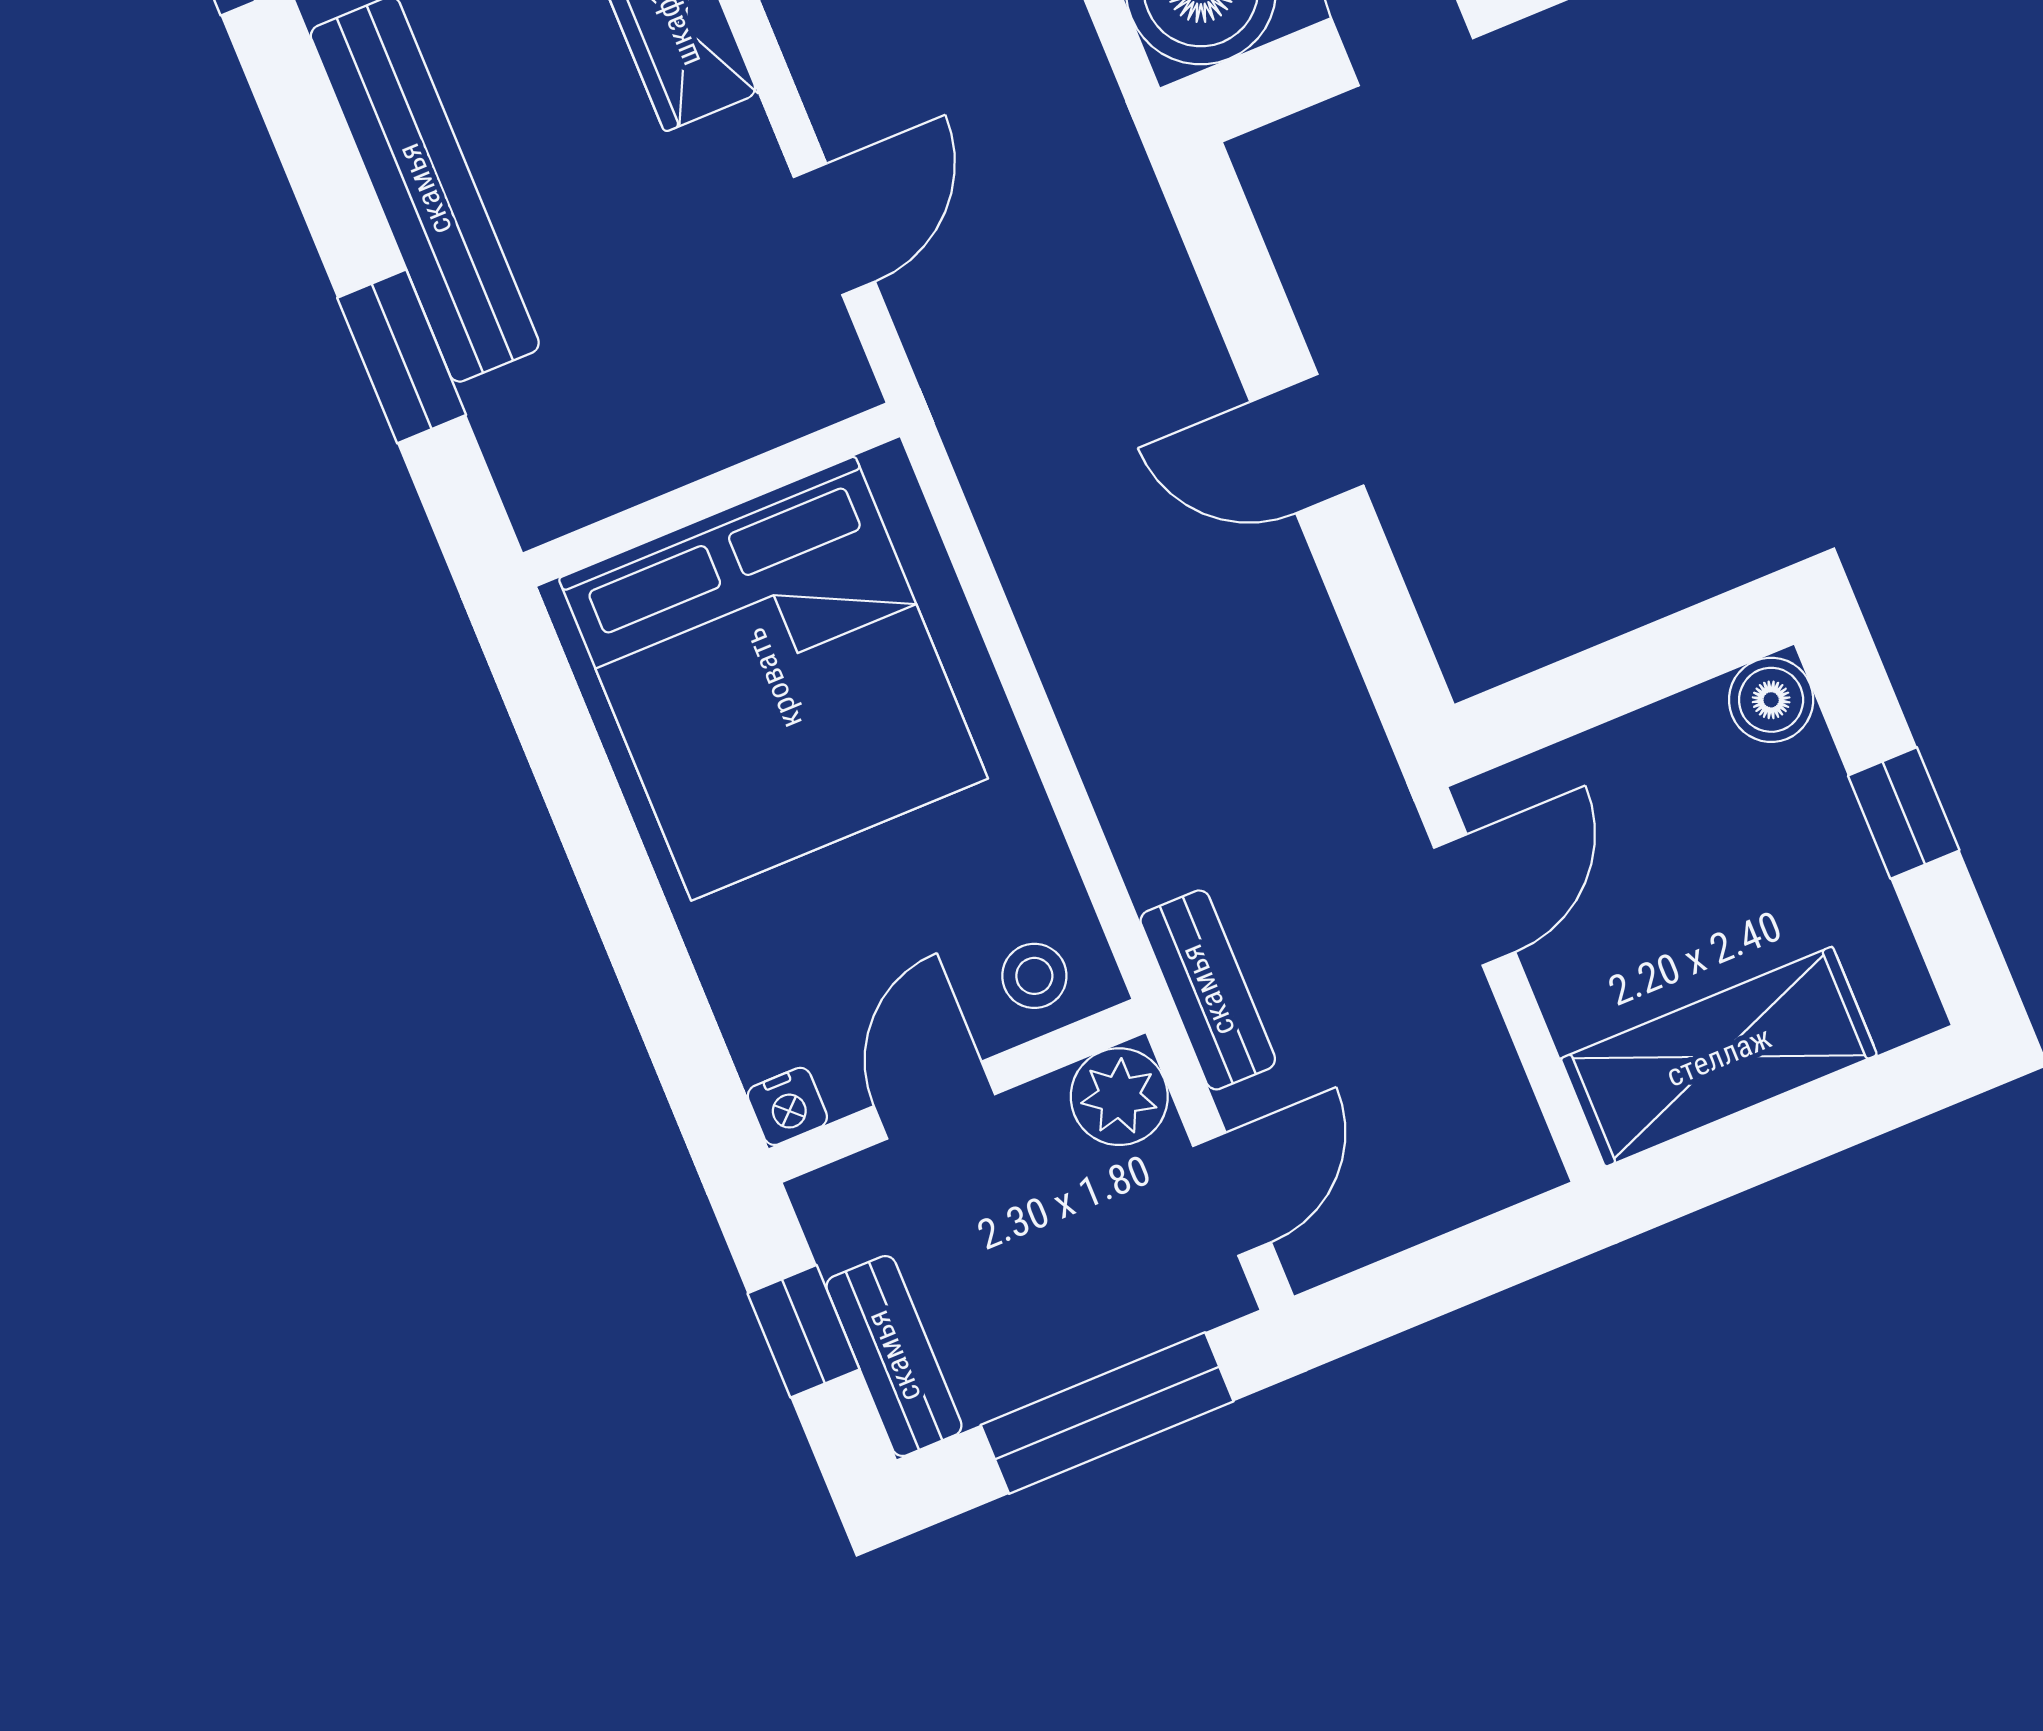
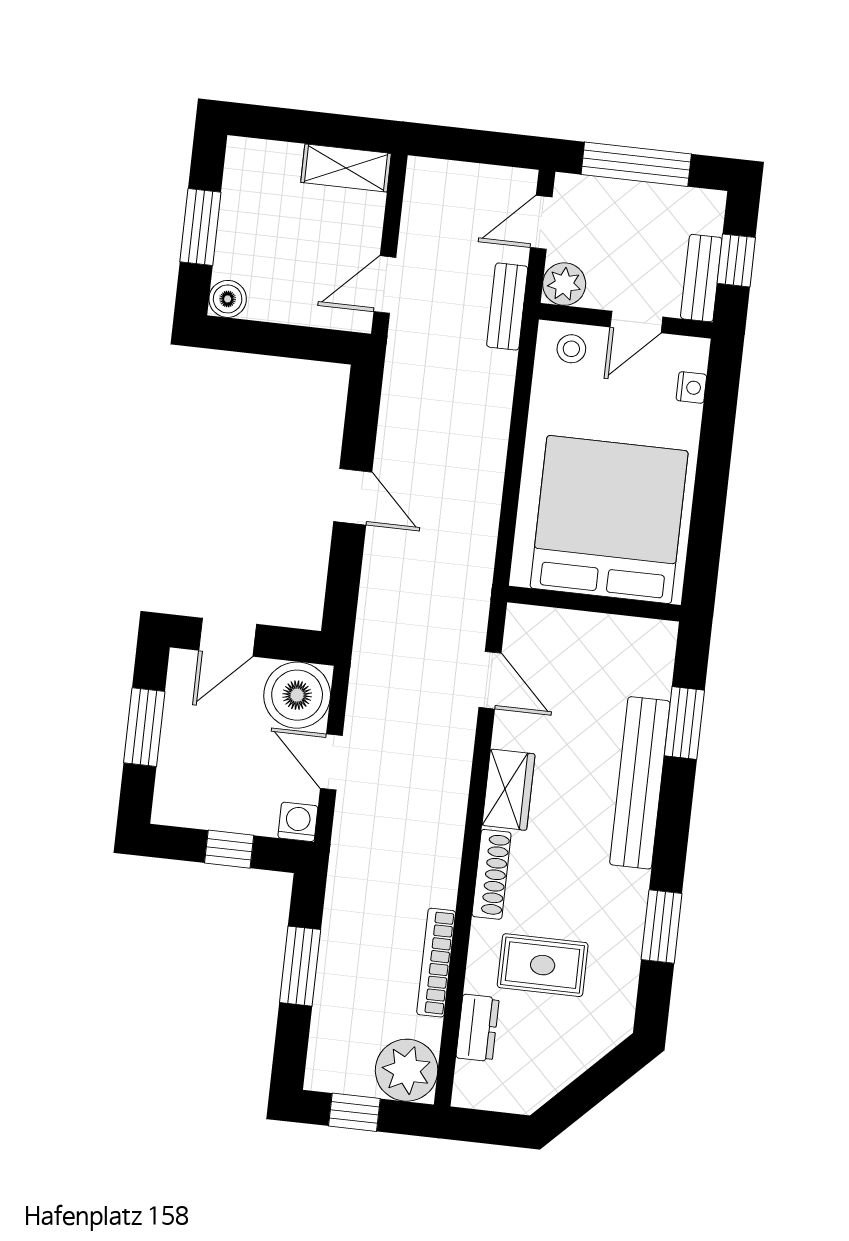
door: (834, 229) -> (490, 680), swing flipped
window: (1904, 813) -> (200, 227), width x1.50
shelving: (1719, 1057) -> (346, 168), width x0.67, depth x0.75
nightstand: (787, 1106) -> (691, 387), moved, turned 90
bench: (894, 1356) -> (701, 278), moved

